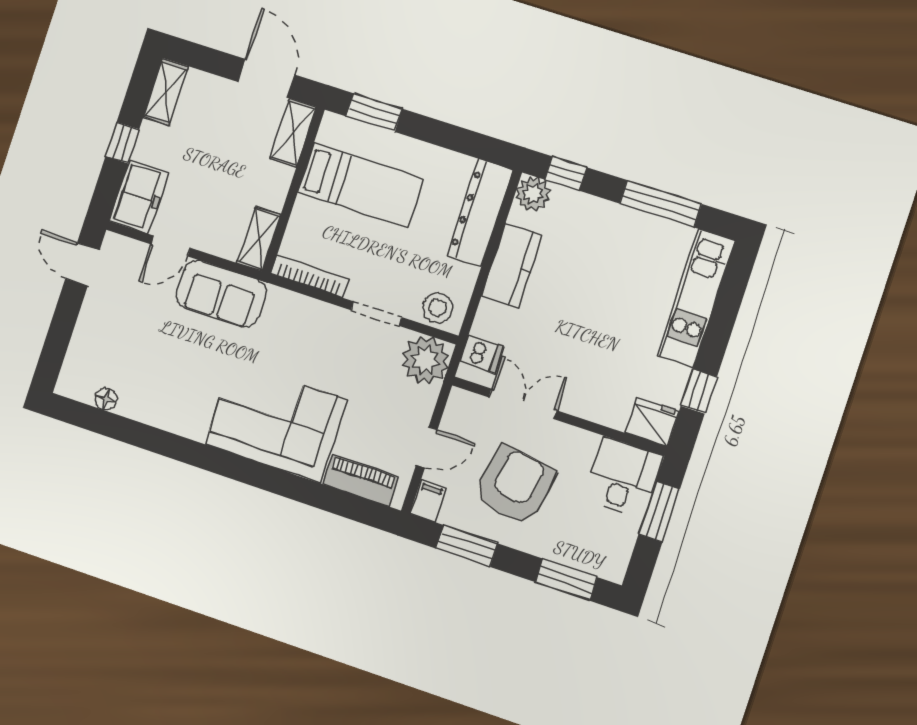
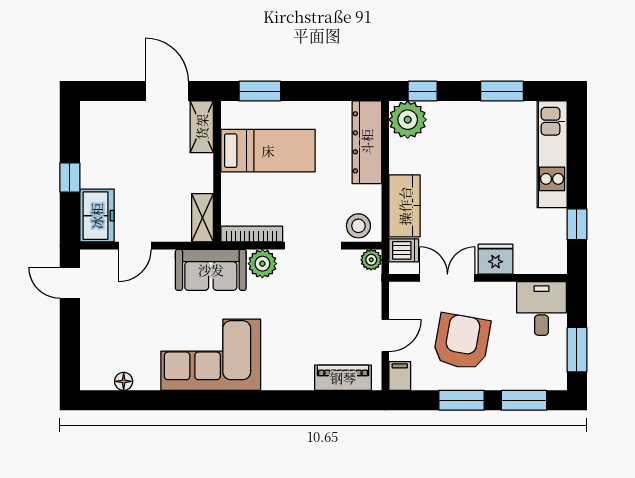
shelving: (166, 92) -> (91, 127), removed
plant: (533, 194) -> (408, 120), width x1.36, depth x1.36
window: (661, 204) -> (502, 91), width x0.69
kitchen counter: (512, 266) -> (405, 206), moved
sofa: (221, 294) -> (211, 270), moved
doorway: (376, 314) -> (313, 246), width x1.38
plant: (311, 315) -> (262, 264), added
plant: (425, 360) -> (371, 260), width x0.53, depth x0.53
corner sofa: (276, 422) -> (211, 355), moved
fridge: (652, 422) -> (495, 259), moved
window: (659, 512) -> (577, 350), moved
window: (467, 546) -> (462, 400), moved

